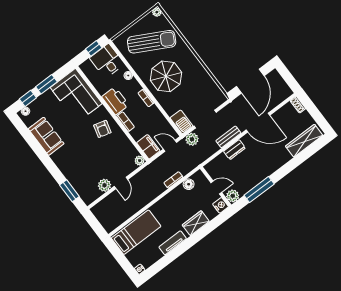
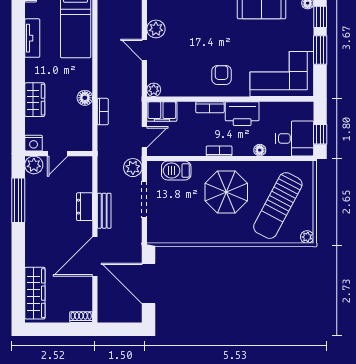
barbecue: (181, 122) -> (176, 171), moved
armchair: (102, 129) -> (222, 75), turned 75
floor lamp: (189, 184) -> (85, 98), moved
tv unit: (173, 243) -> (32, 38), moved

